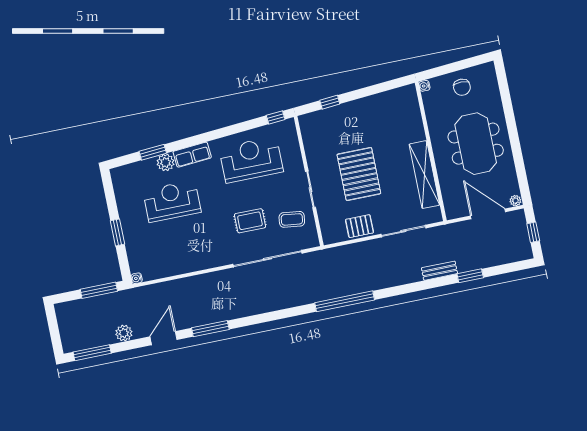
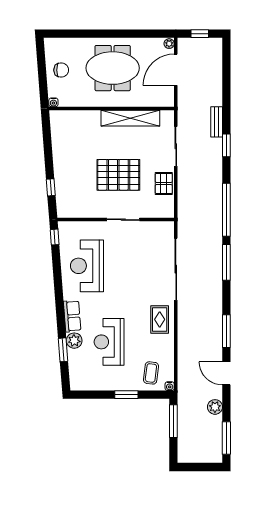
coffee table: (292, 219) -> (151, 373), moved
rug: (250, 221) -> (160, 319), moved
window: (470, 276) -> (226, 145), moved
window: (286, 313) -> (226, 262), added

